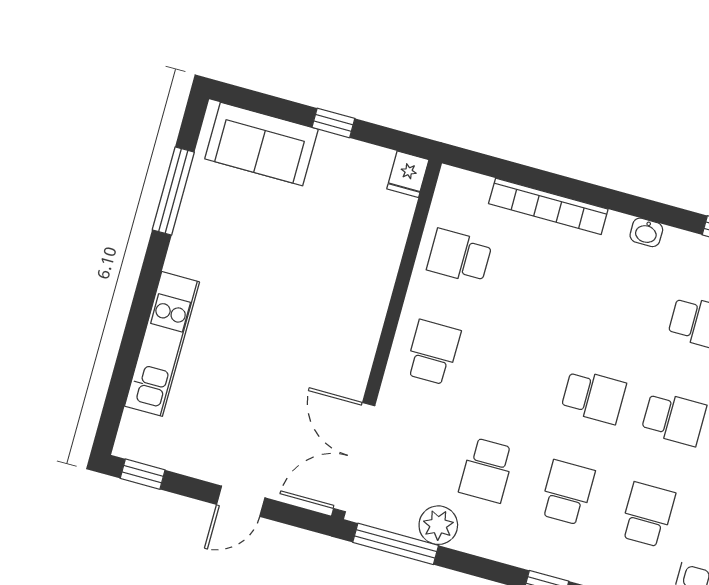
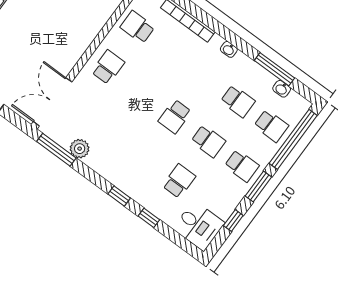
school desk: (594, 396) -> (175, 116), turned 90
school desk: (487, 470) -> (112, 132), removed
school desk: (567, 492) -> (145, 156), removed

